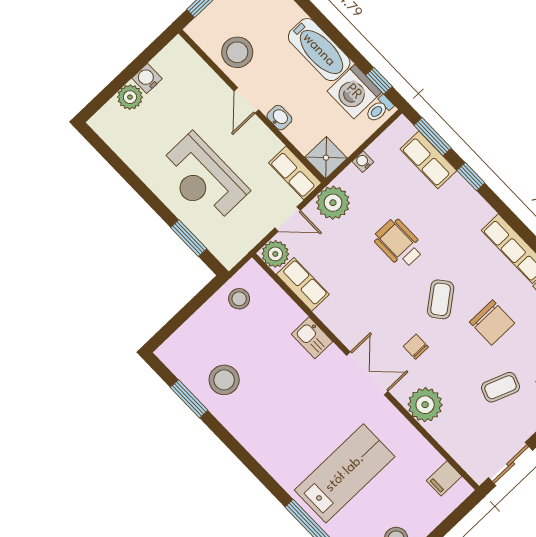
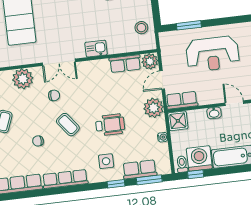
reception desk: (203, 178) -> (213, 54), turned 180
side table: (451, 212) -> (106, 161), added
chair: (492, 323) -> (38, 141), width x0.54, depth x0.54

